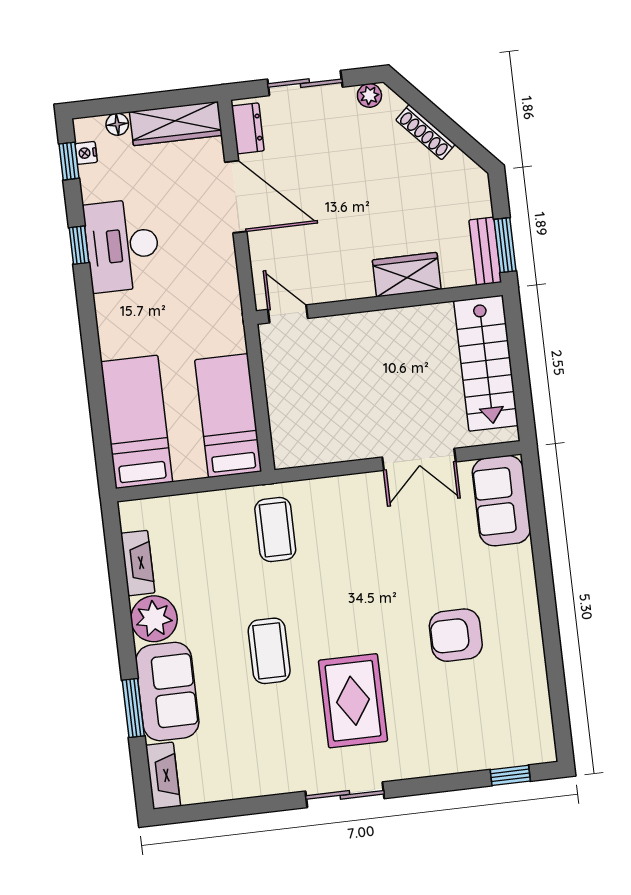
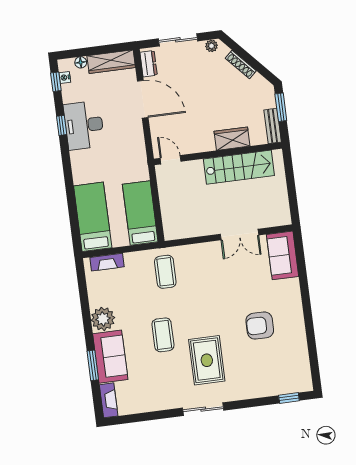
window: (505, 245) -> (281, 107), moved
stairs: (486, 363) -> (239, 167), moved, turned -90
fireplace: (138, 563) -> (107, 262), moved, turned 90

